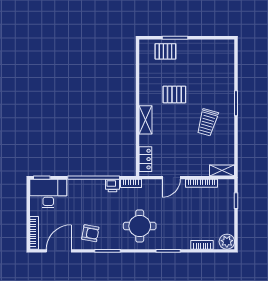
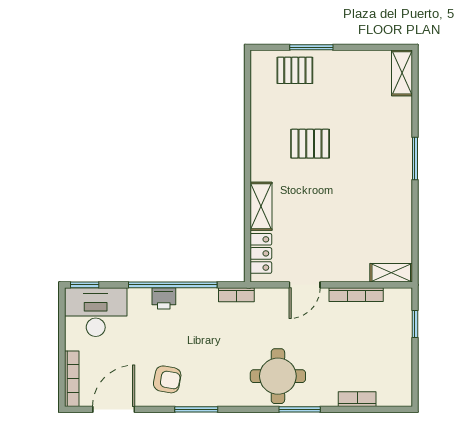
shelving: (228, 53) -> (402, 73), added
shelving: (146, 120) -> (261, 206), moved
trolley: (207, 122) -> (366, 191), removed
printer: (113, 186) -> (164, 298), moved
round table: (140, 226) -> (278, 376), moved
plant: (227, 242) -> (399, 394), removed

